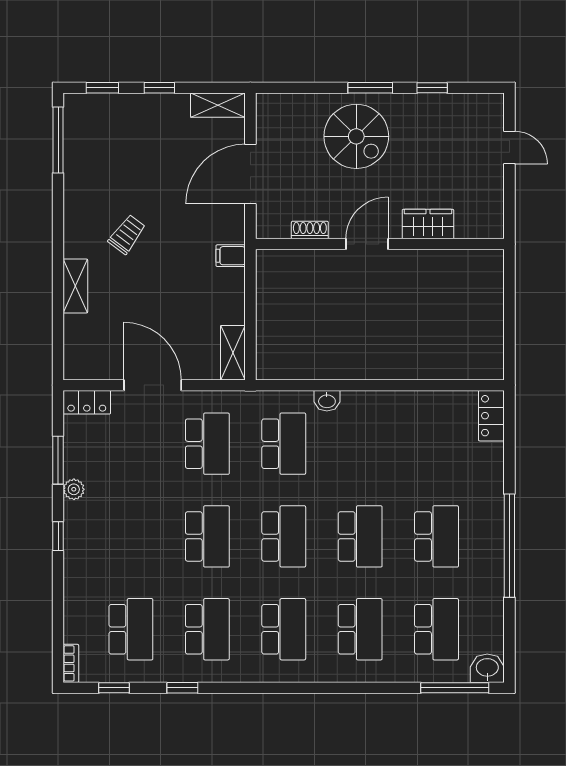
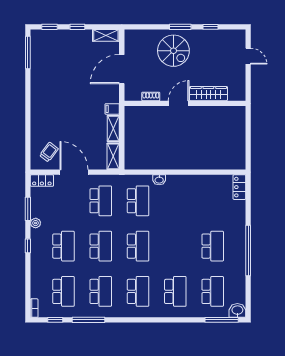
wardrobe: (428, 224) -> (208, 94), width x1.50
trolley: (127, 234) -> (49, 152), moved
shelving: (75, 286) -> (113, 129), moved
school desk: (360, 536) -> (63, 246), moved
window: (182, 688) -> (89, 320), width x2.17

